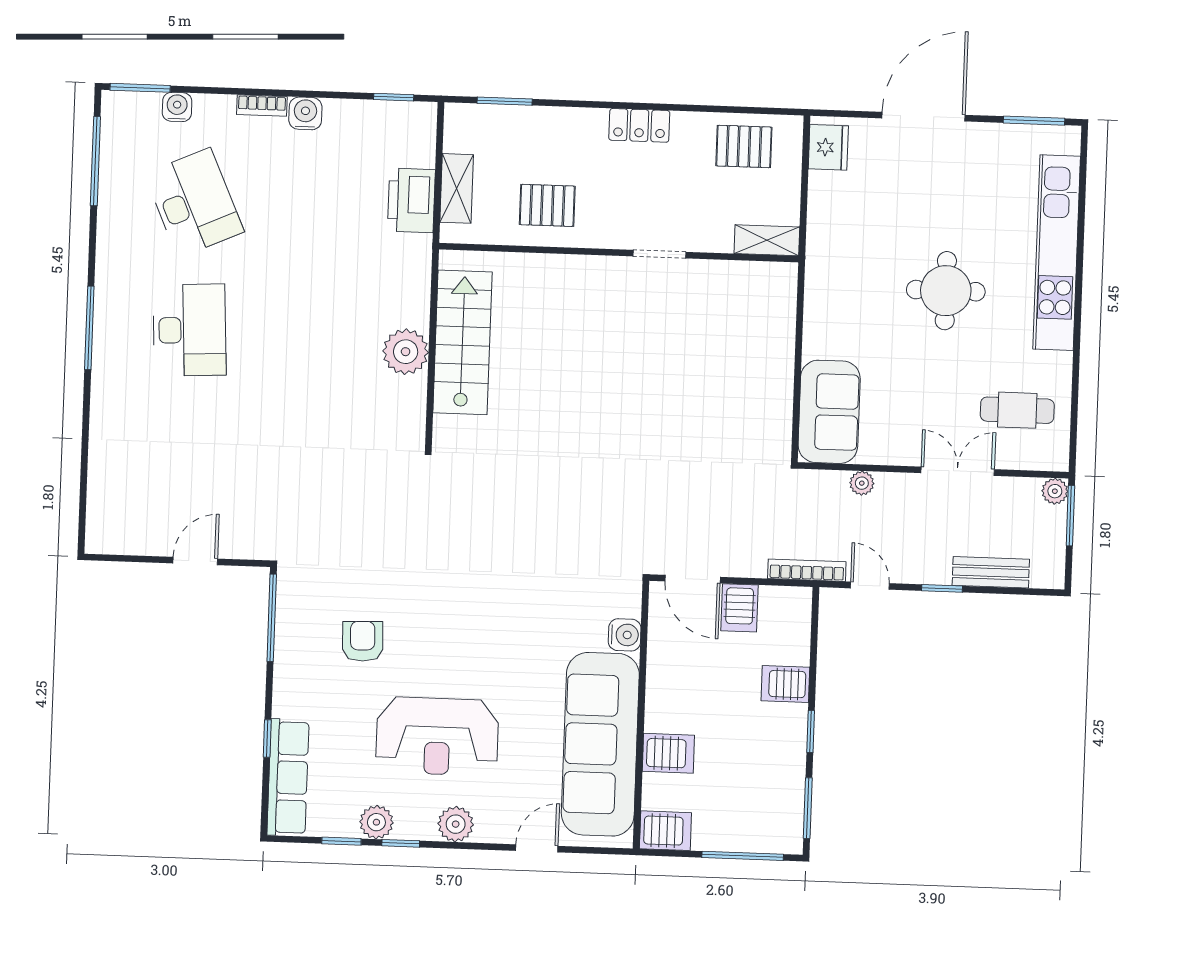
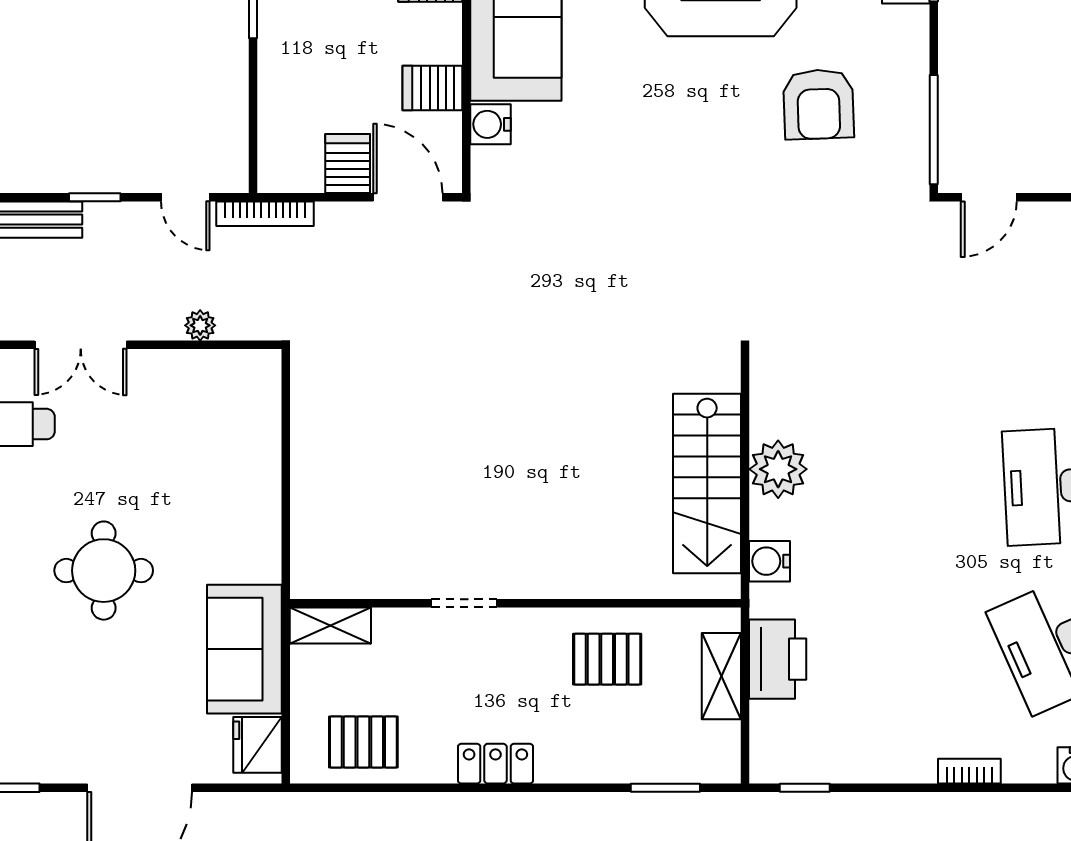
water cooler: (305, 113) -> (769, 561), moved, turned 90
sofa: (829, 412) -> (244, 649), moved
door: (195, 561) -> (989, 197), moved
armchair: (363, 641) -> (819, 104), width x1.38, depth x1.38
server rack: (785, 684) -> (432, 88), moved, turned 180

